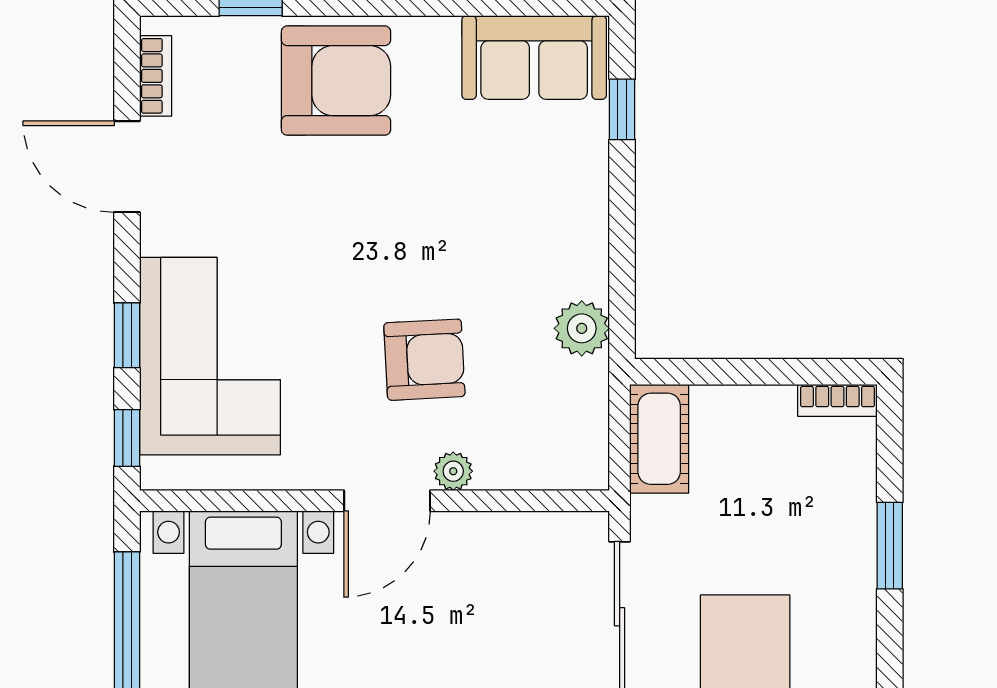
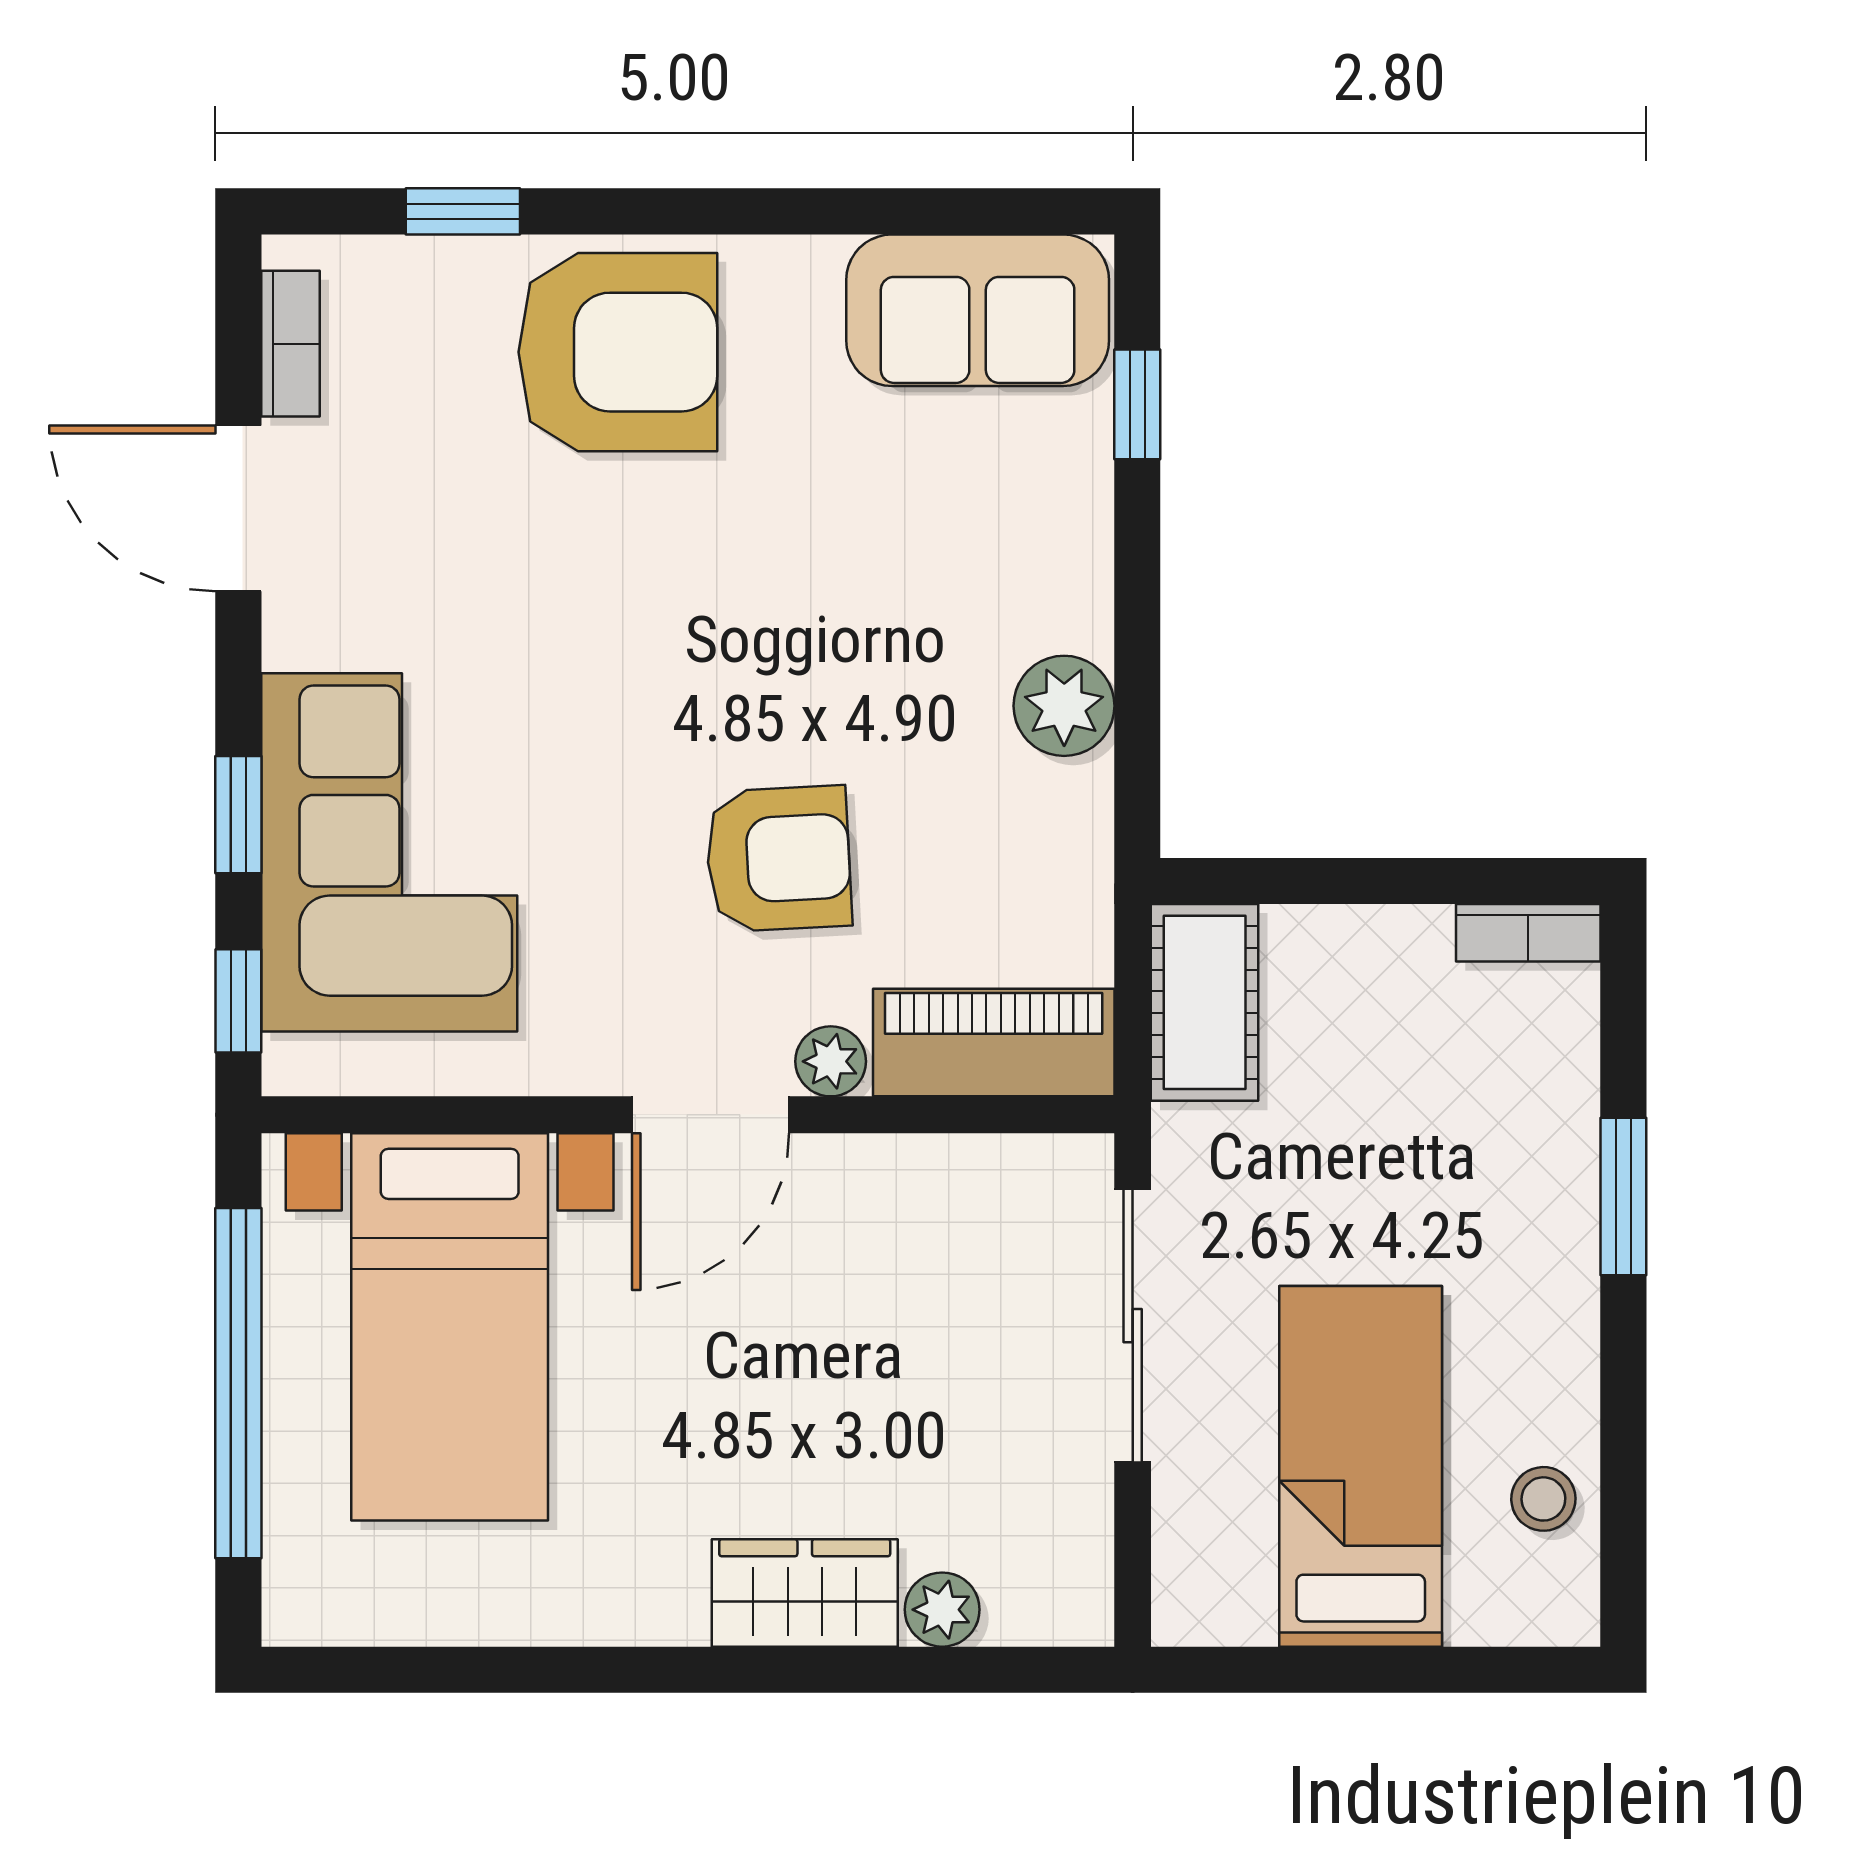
plant: (582, 328) -> (1064, 706), moved
piano: (543, 461) -> (994, 1043), added

